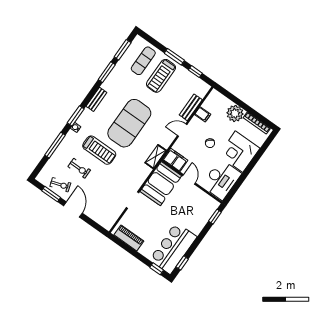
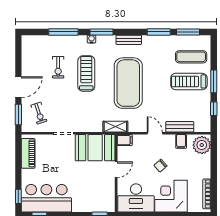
plant: (235, 113) -> (202, 145), moved
exercise mat: (129, 123) -> (128, 83), turned 90
treadmill: (99, 150) -> (86, 74), turned 180
filing cabinet: (175, 160) -> (125, 140), width x0.50
exercise bike: (60, 185) -> (39, 113), moved
window: (51, 194) -> (18, 114), moved

